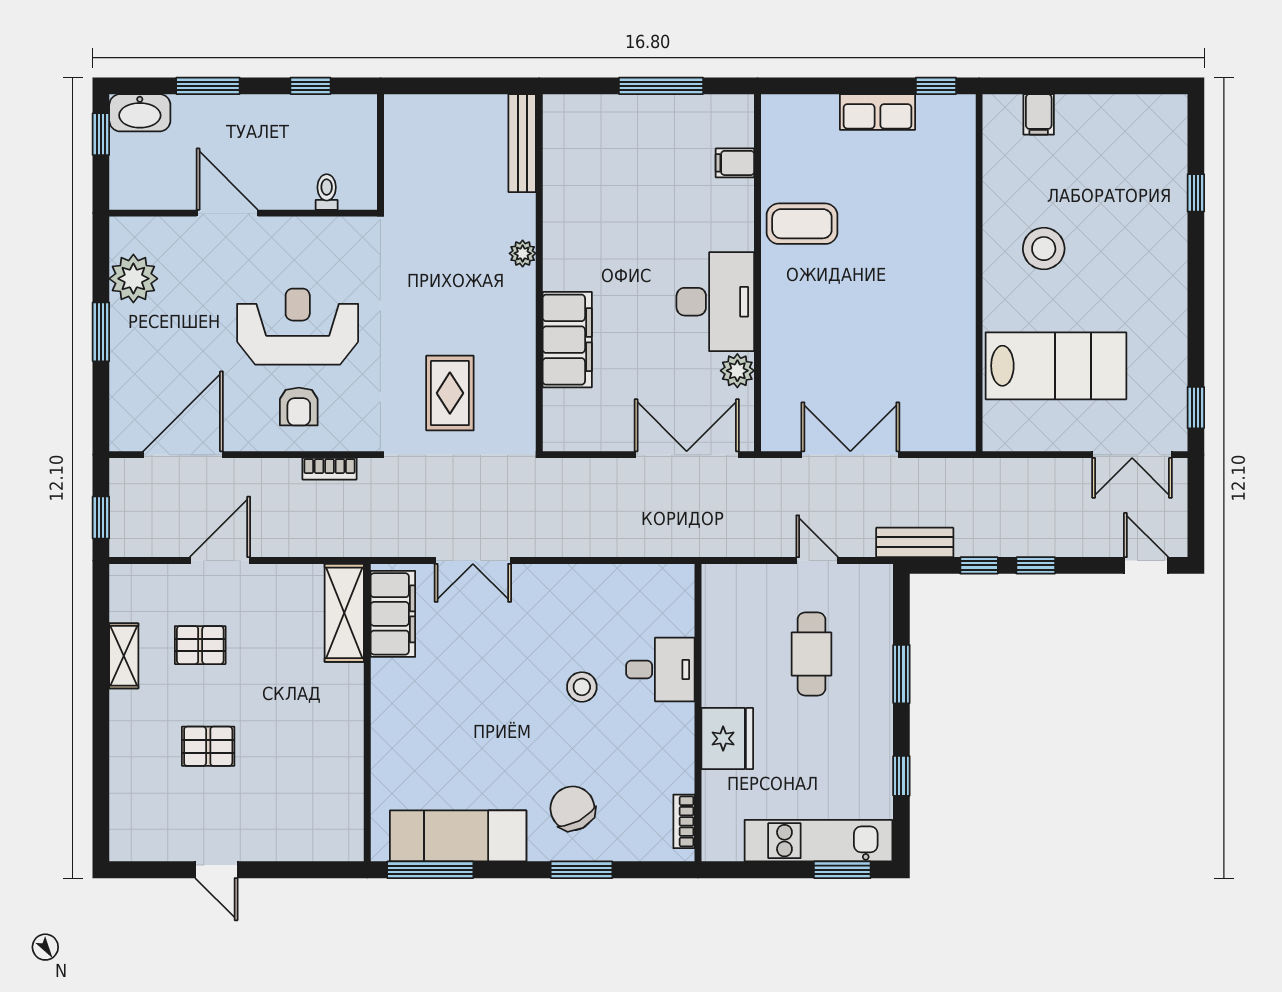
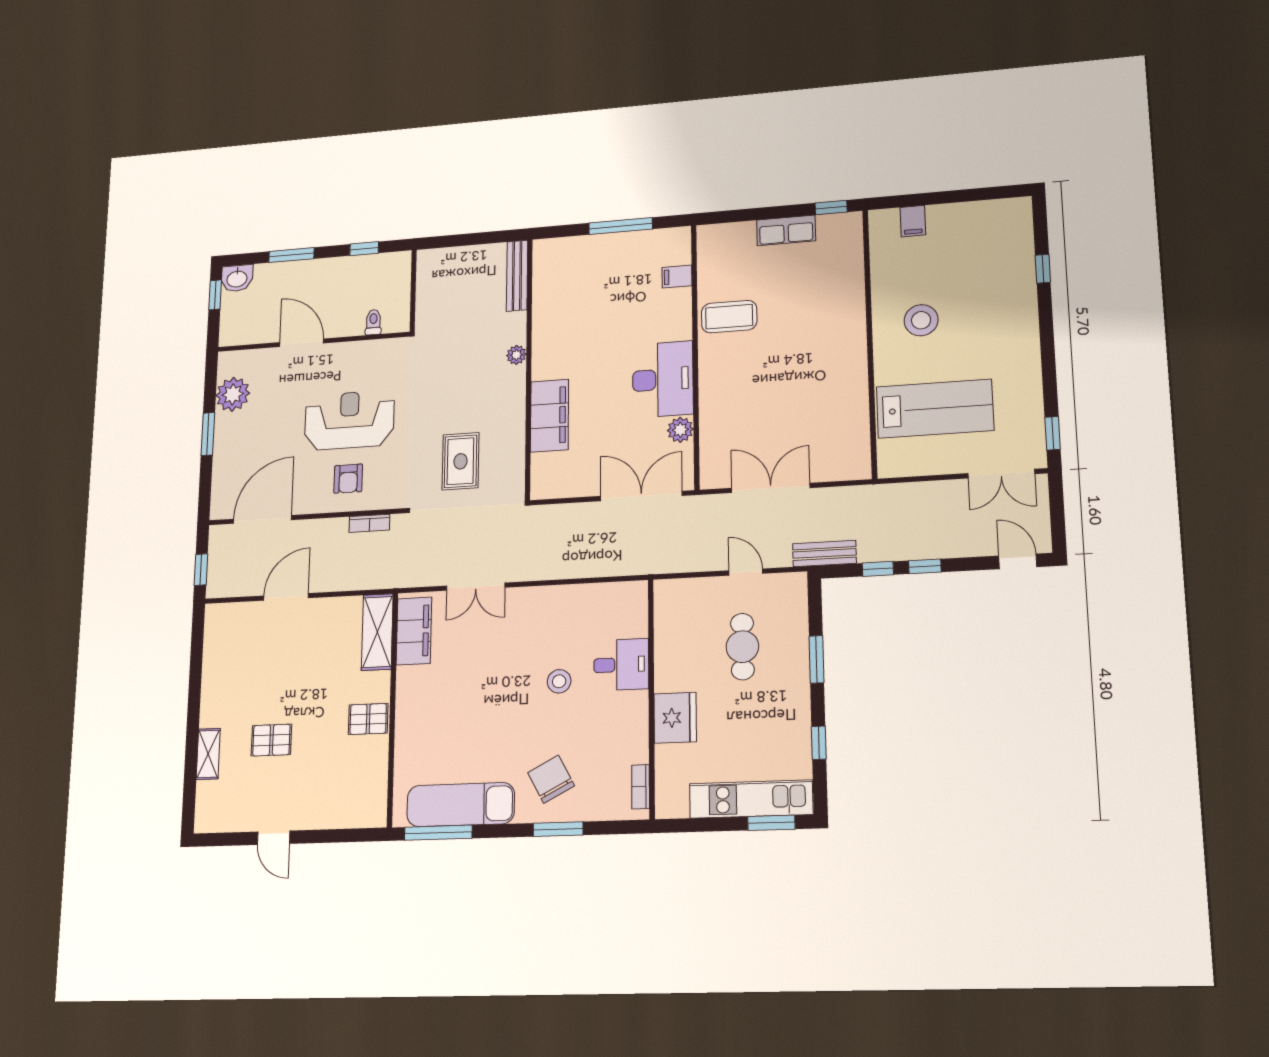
washbasin: (140, 113) -> (237, 278), width x0.72
pallet: (200, 645) -> (368, 719), moved
shelving: (124, 656) -> (208, 754), moved

